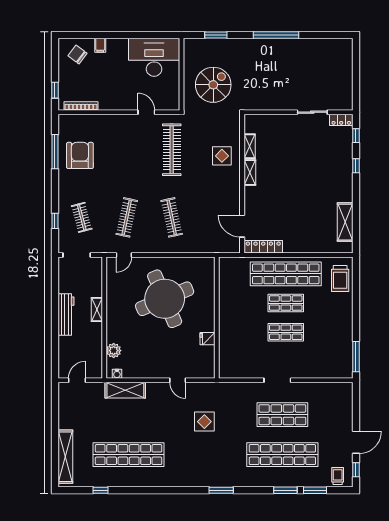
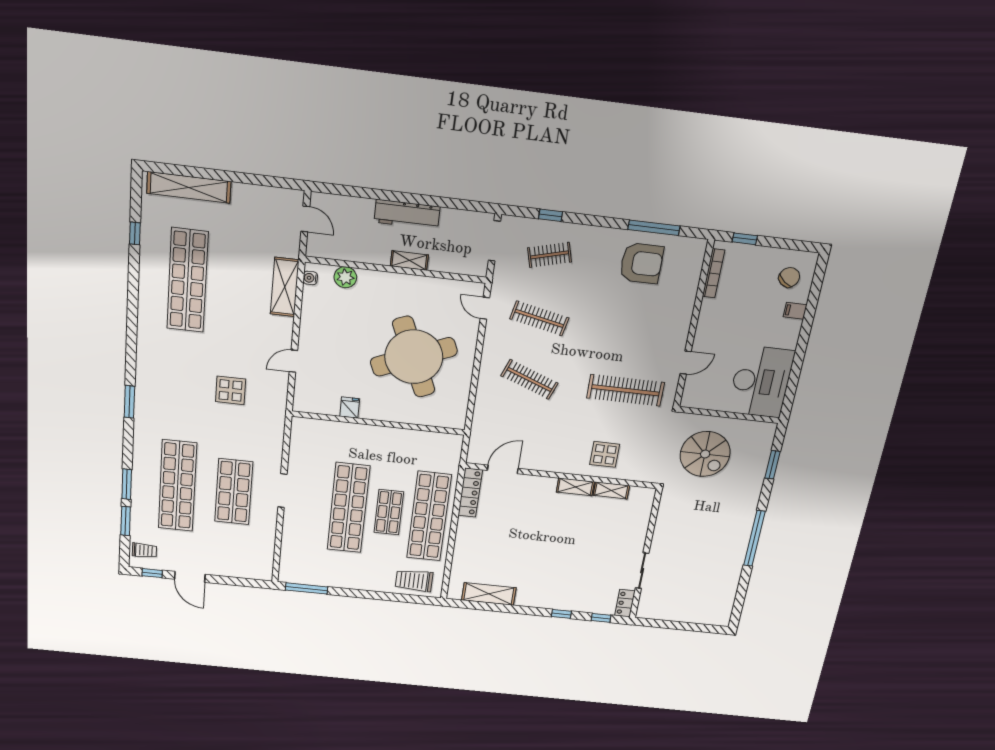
clothes rail: (172, 217) -> (530, 379), turned 33
shop shelf: (286, 332) -> (348, 508), width x2.00, depth x1.36

